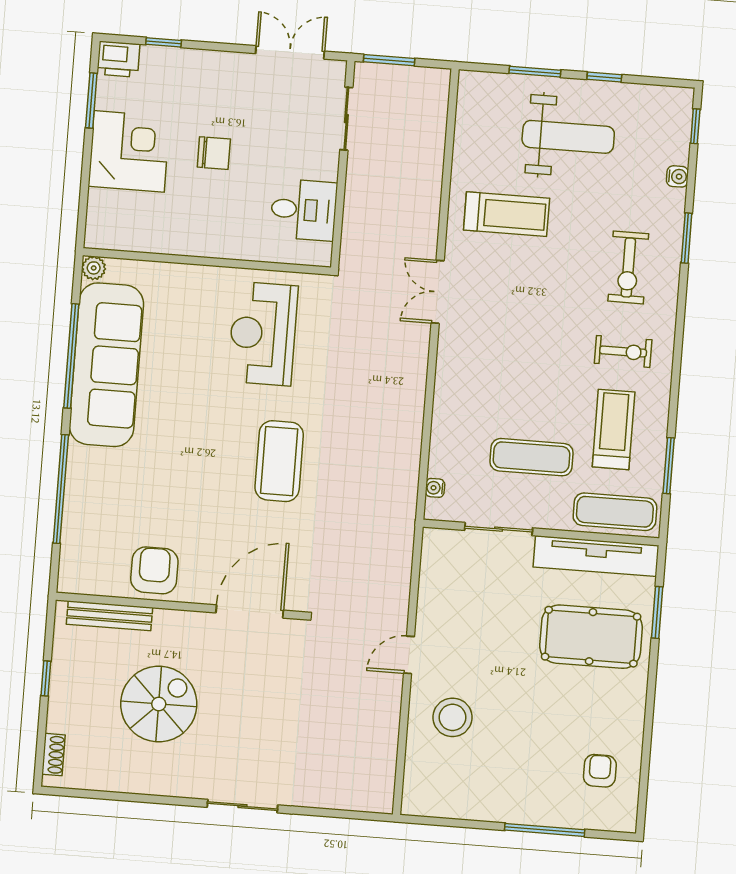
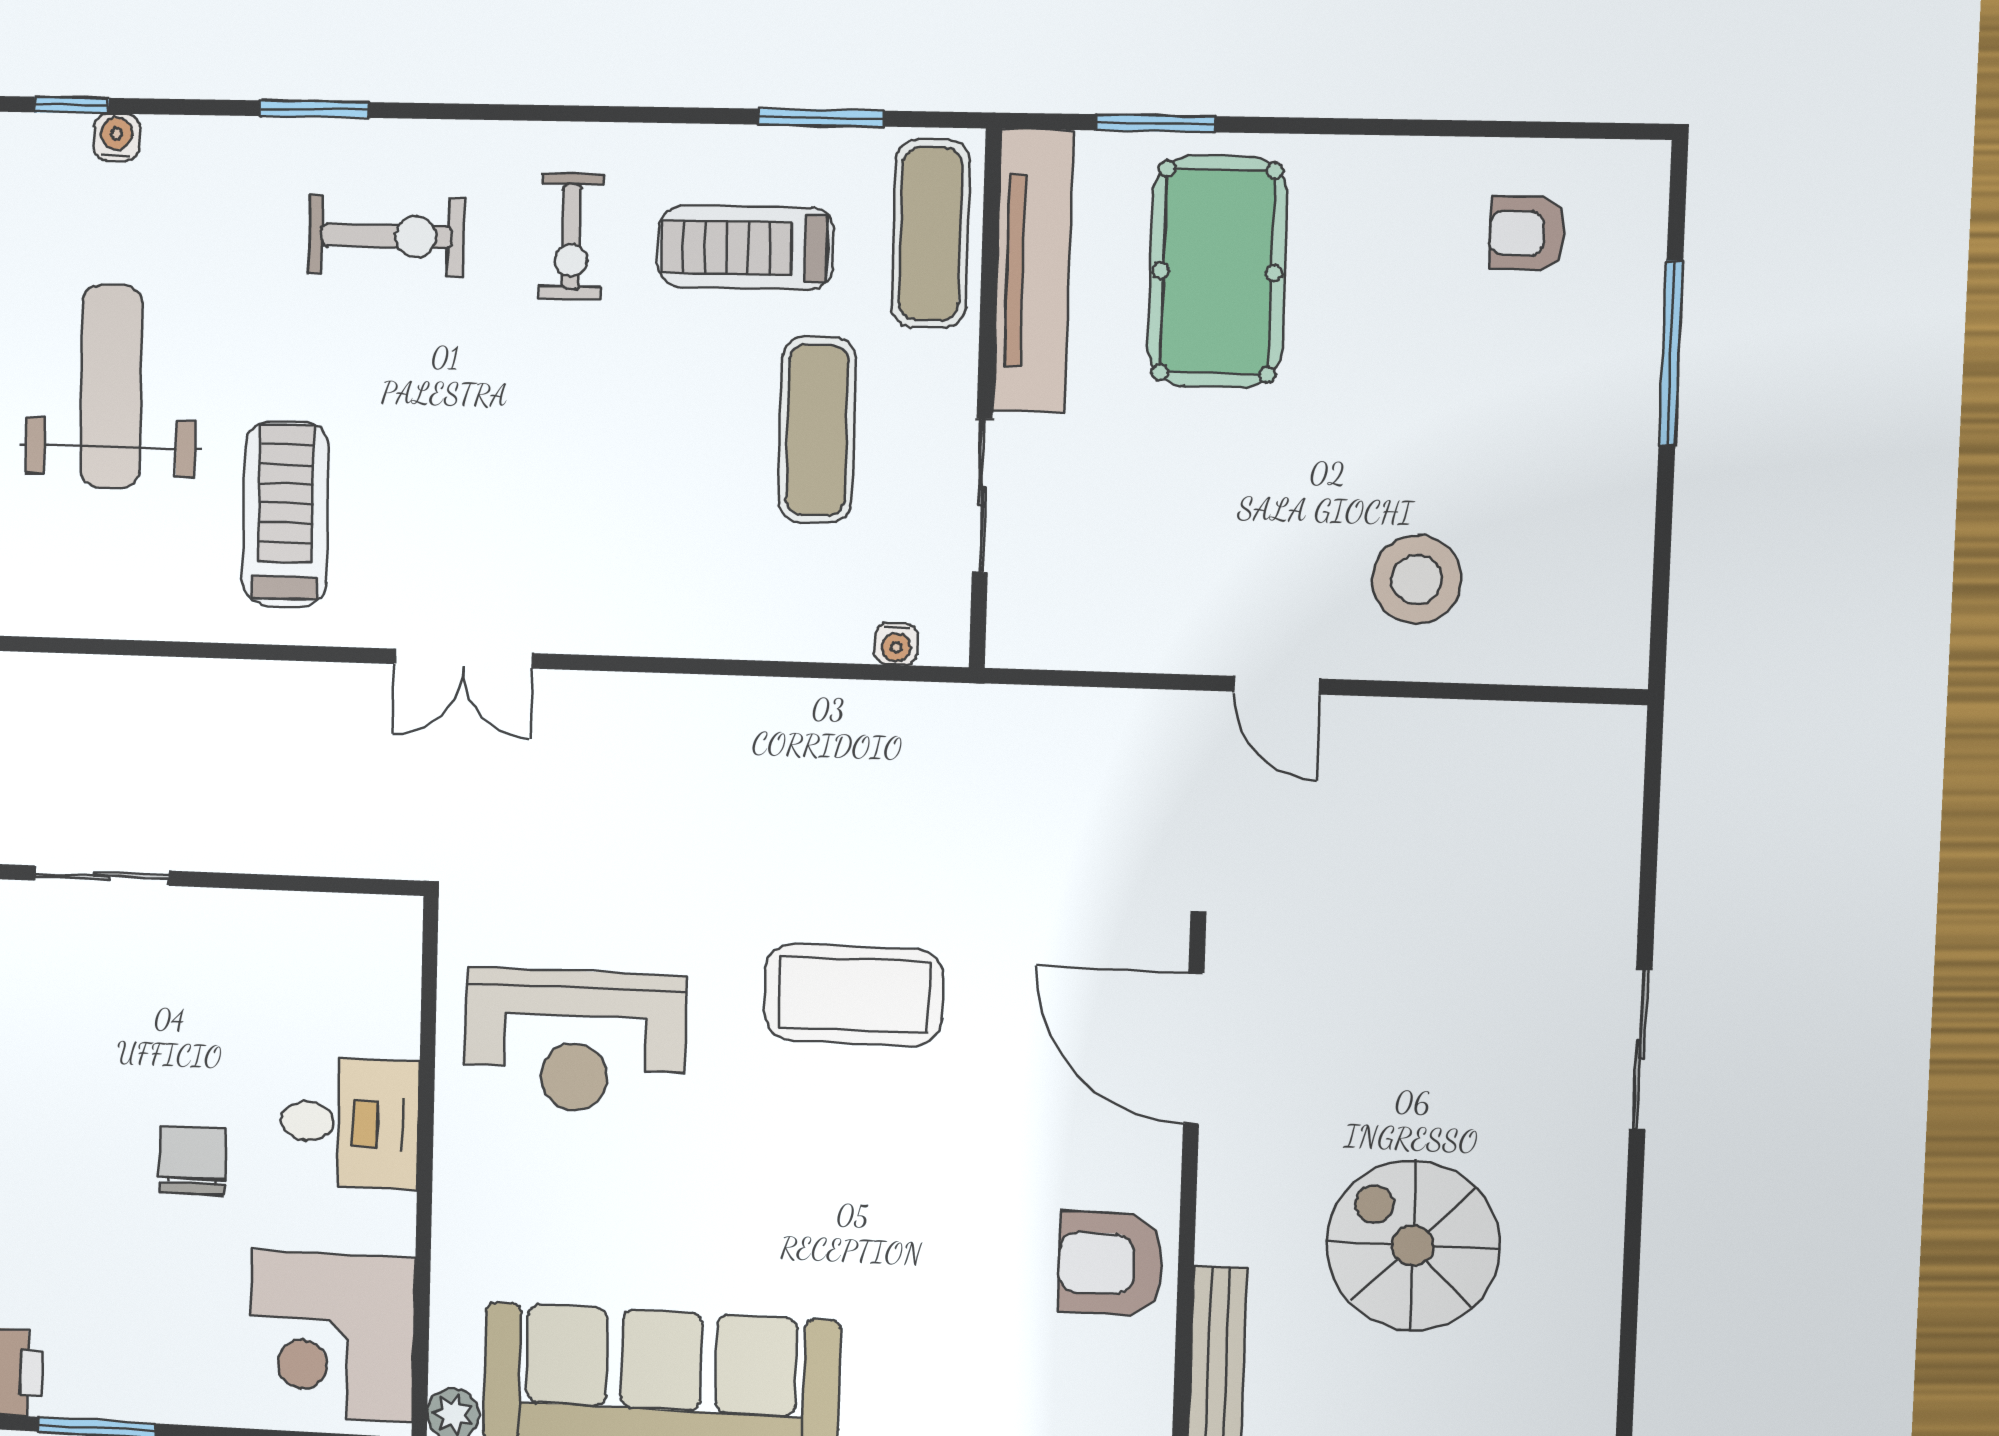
corner desk: (129, 151) -> (332, 1336), moved, turned -90
water cooler: (677, 176) -> (116, 137), moved
desk: (304, 210) -> (350, 1123), moved, turned 90
exercise bike: (623, 351) -> (572, 237), turned 180

